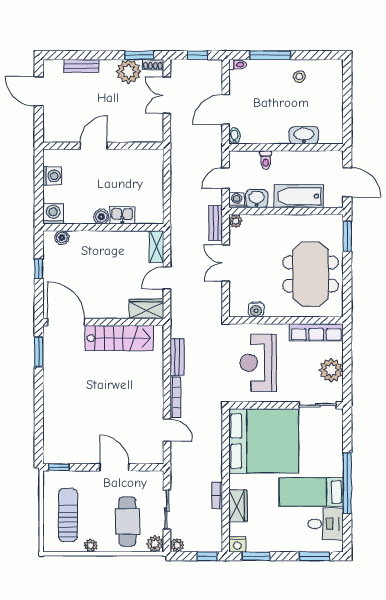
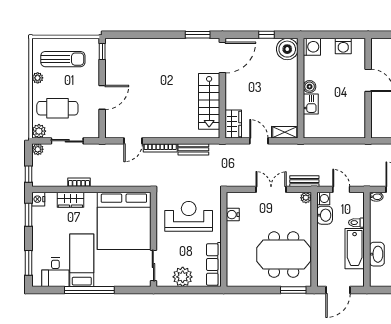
bathtub: (299, 196) -> (355, 249), moved, turned 180
boiler: (62, 238) -> (287, 49), width x1.86, depth x1.86
meeting table: (311, 274) -> (284, 255), moved

